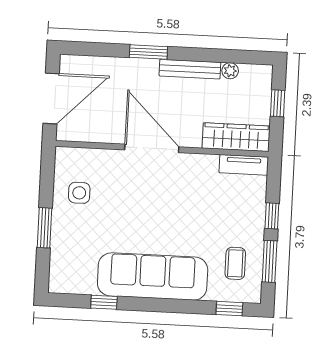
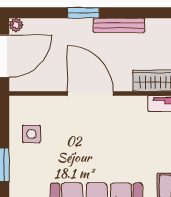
plant: (230, 71) -> (16, 25), moved

